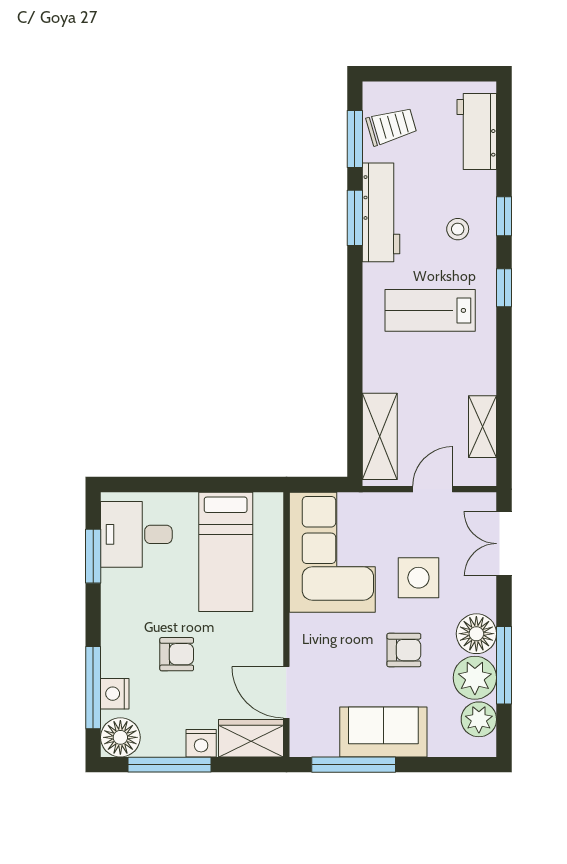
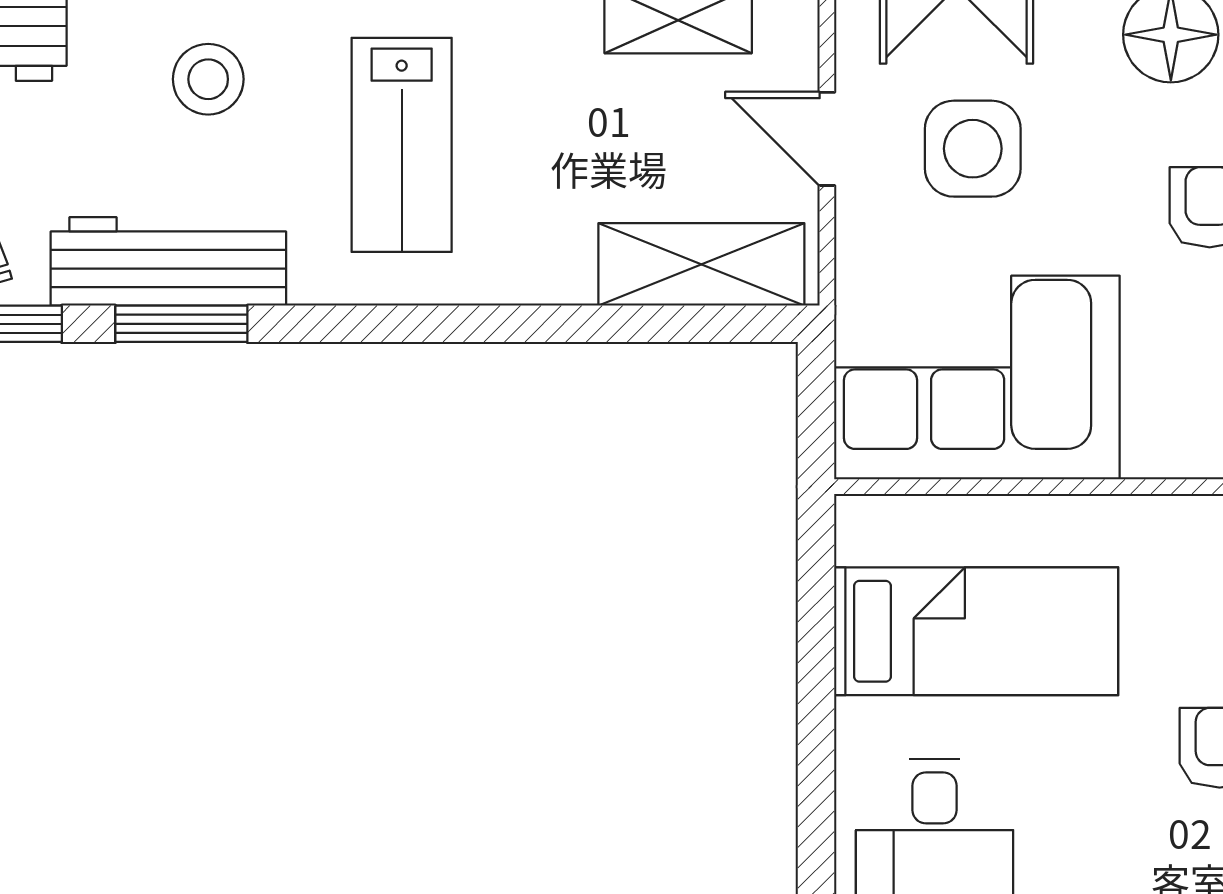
stool: (458, 229) -> (208, 79), width x1.37, depth x1.37
side table: (418, 578) -> (973, 149), moved

